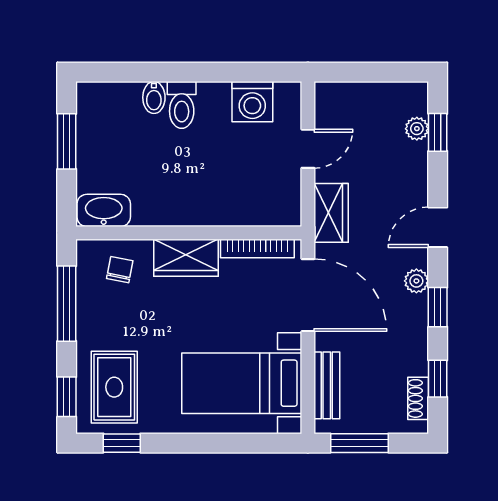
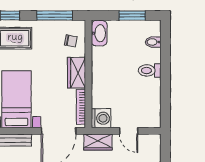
bidet: (154, 97) -> (153, 42), moved
washing machine: (252, 102) -> (101, 118), moved, turned 180

